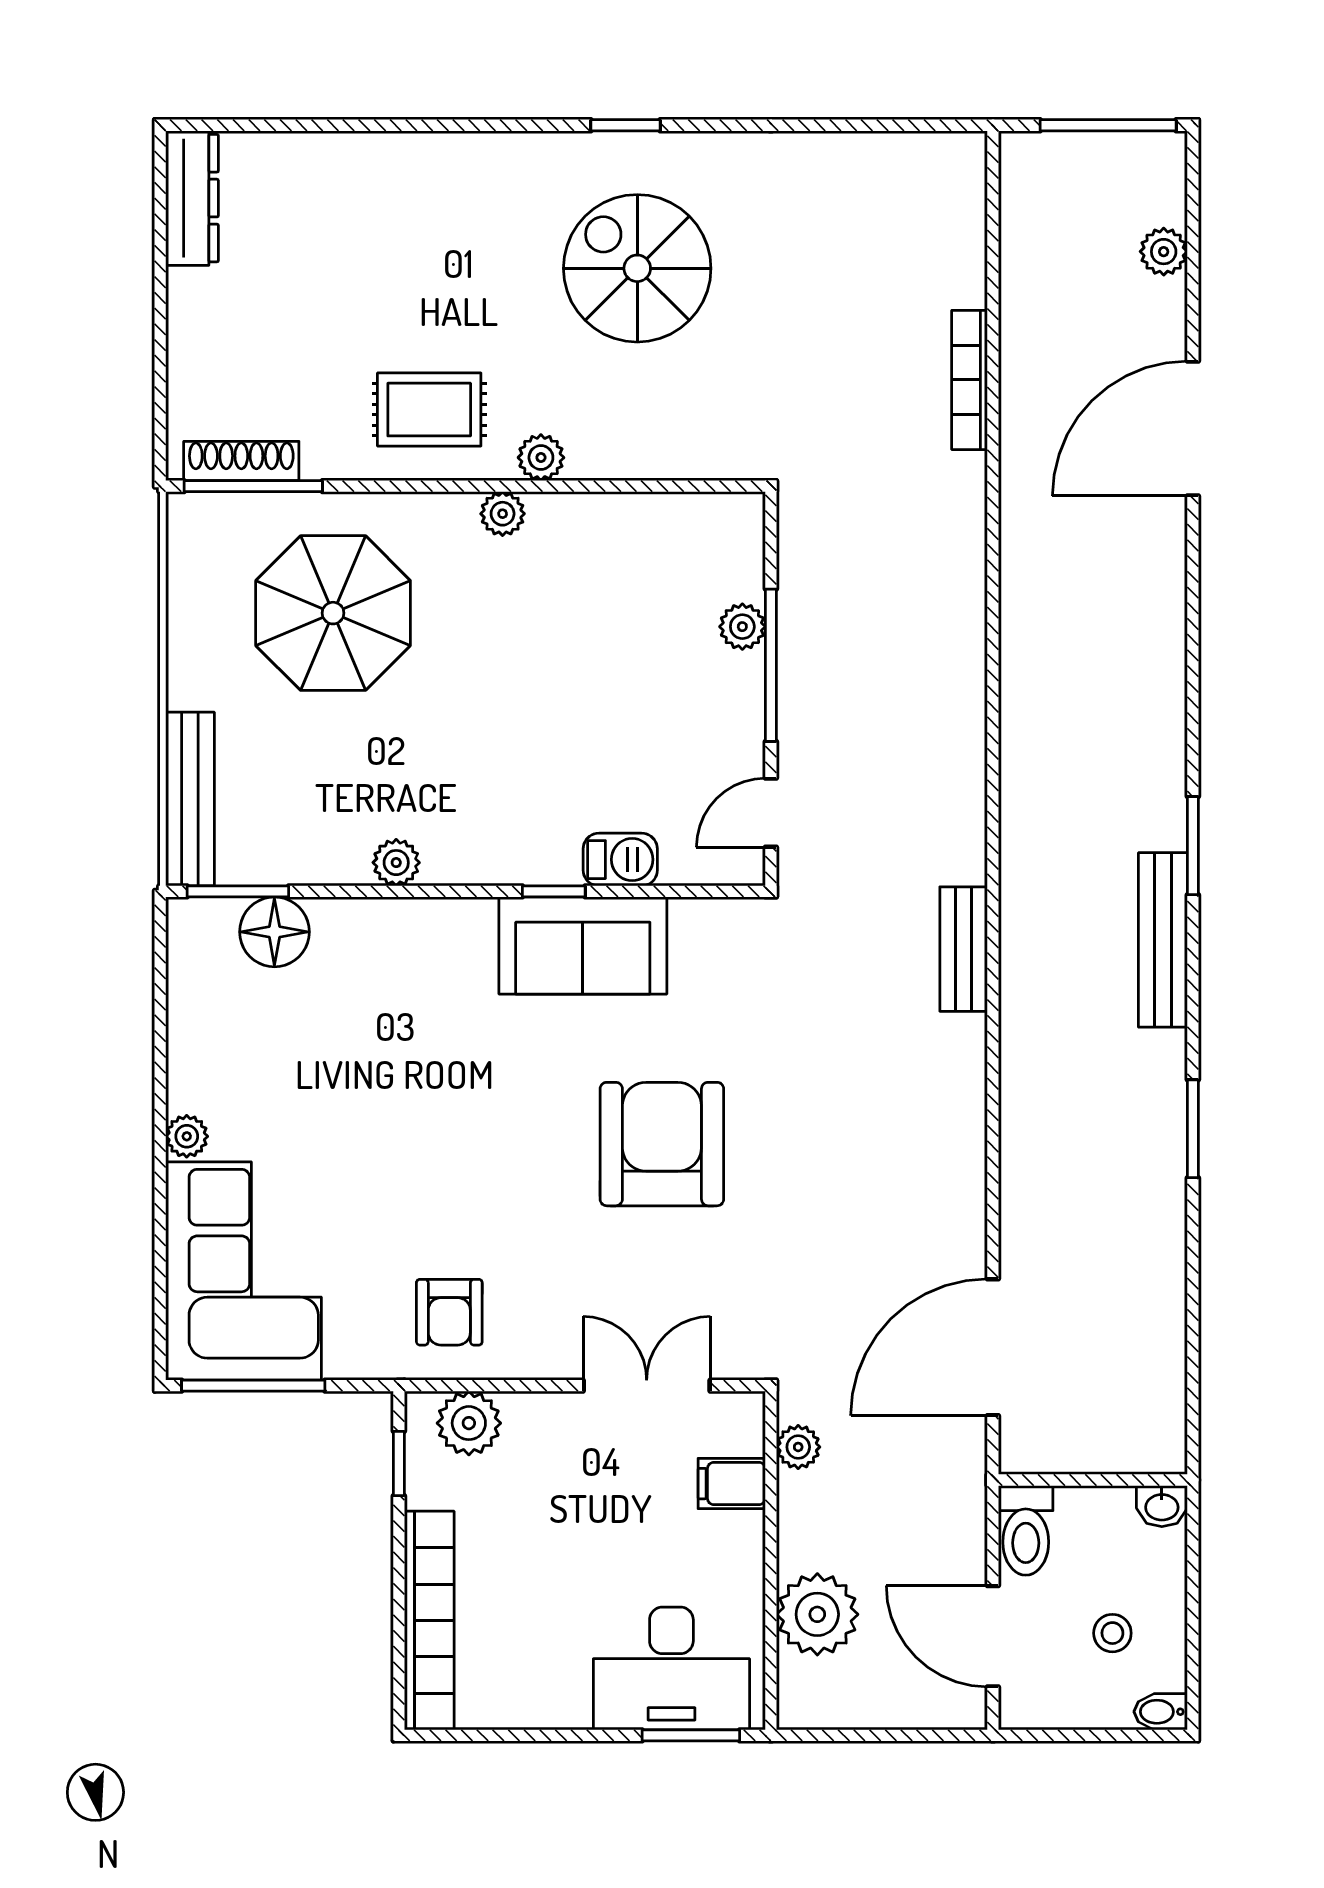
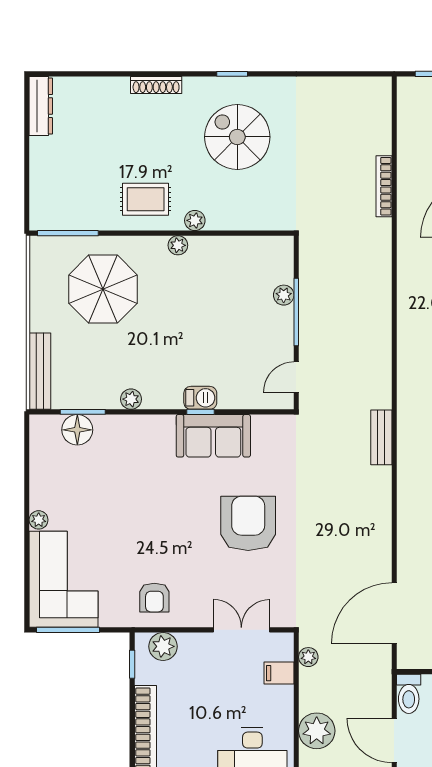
shoe rack: (241, 461) -> (156, 85), moved, turned 180
barbecue: (620, 860) -> (200, 398), moved
window: (238, 891) -> (83, 412), moved

